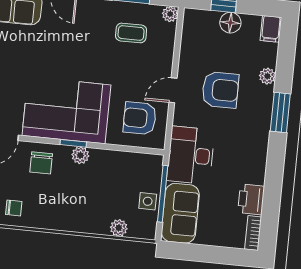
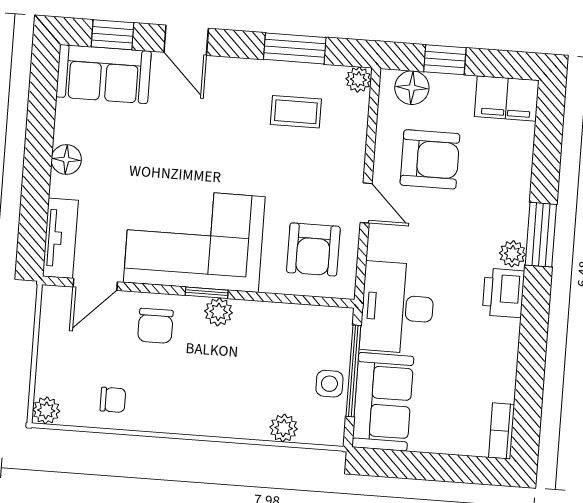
floor lamp: (230, 23) -> (412, 88), moved
filing cabinet: (271, 29) -> (507, 98), width x2.00
plant: (267, 76) -> (513, 254), moved
door: (173, 90) -> (366, 203), swing flipped
armchair: (220, 90) -> (430, 159), moved
armchair: (140, 118) -> (313, 249), turned -90
printer: (251, 199) -> (503, 293), moved

